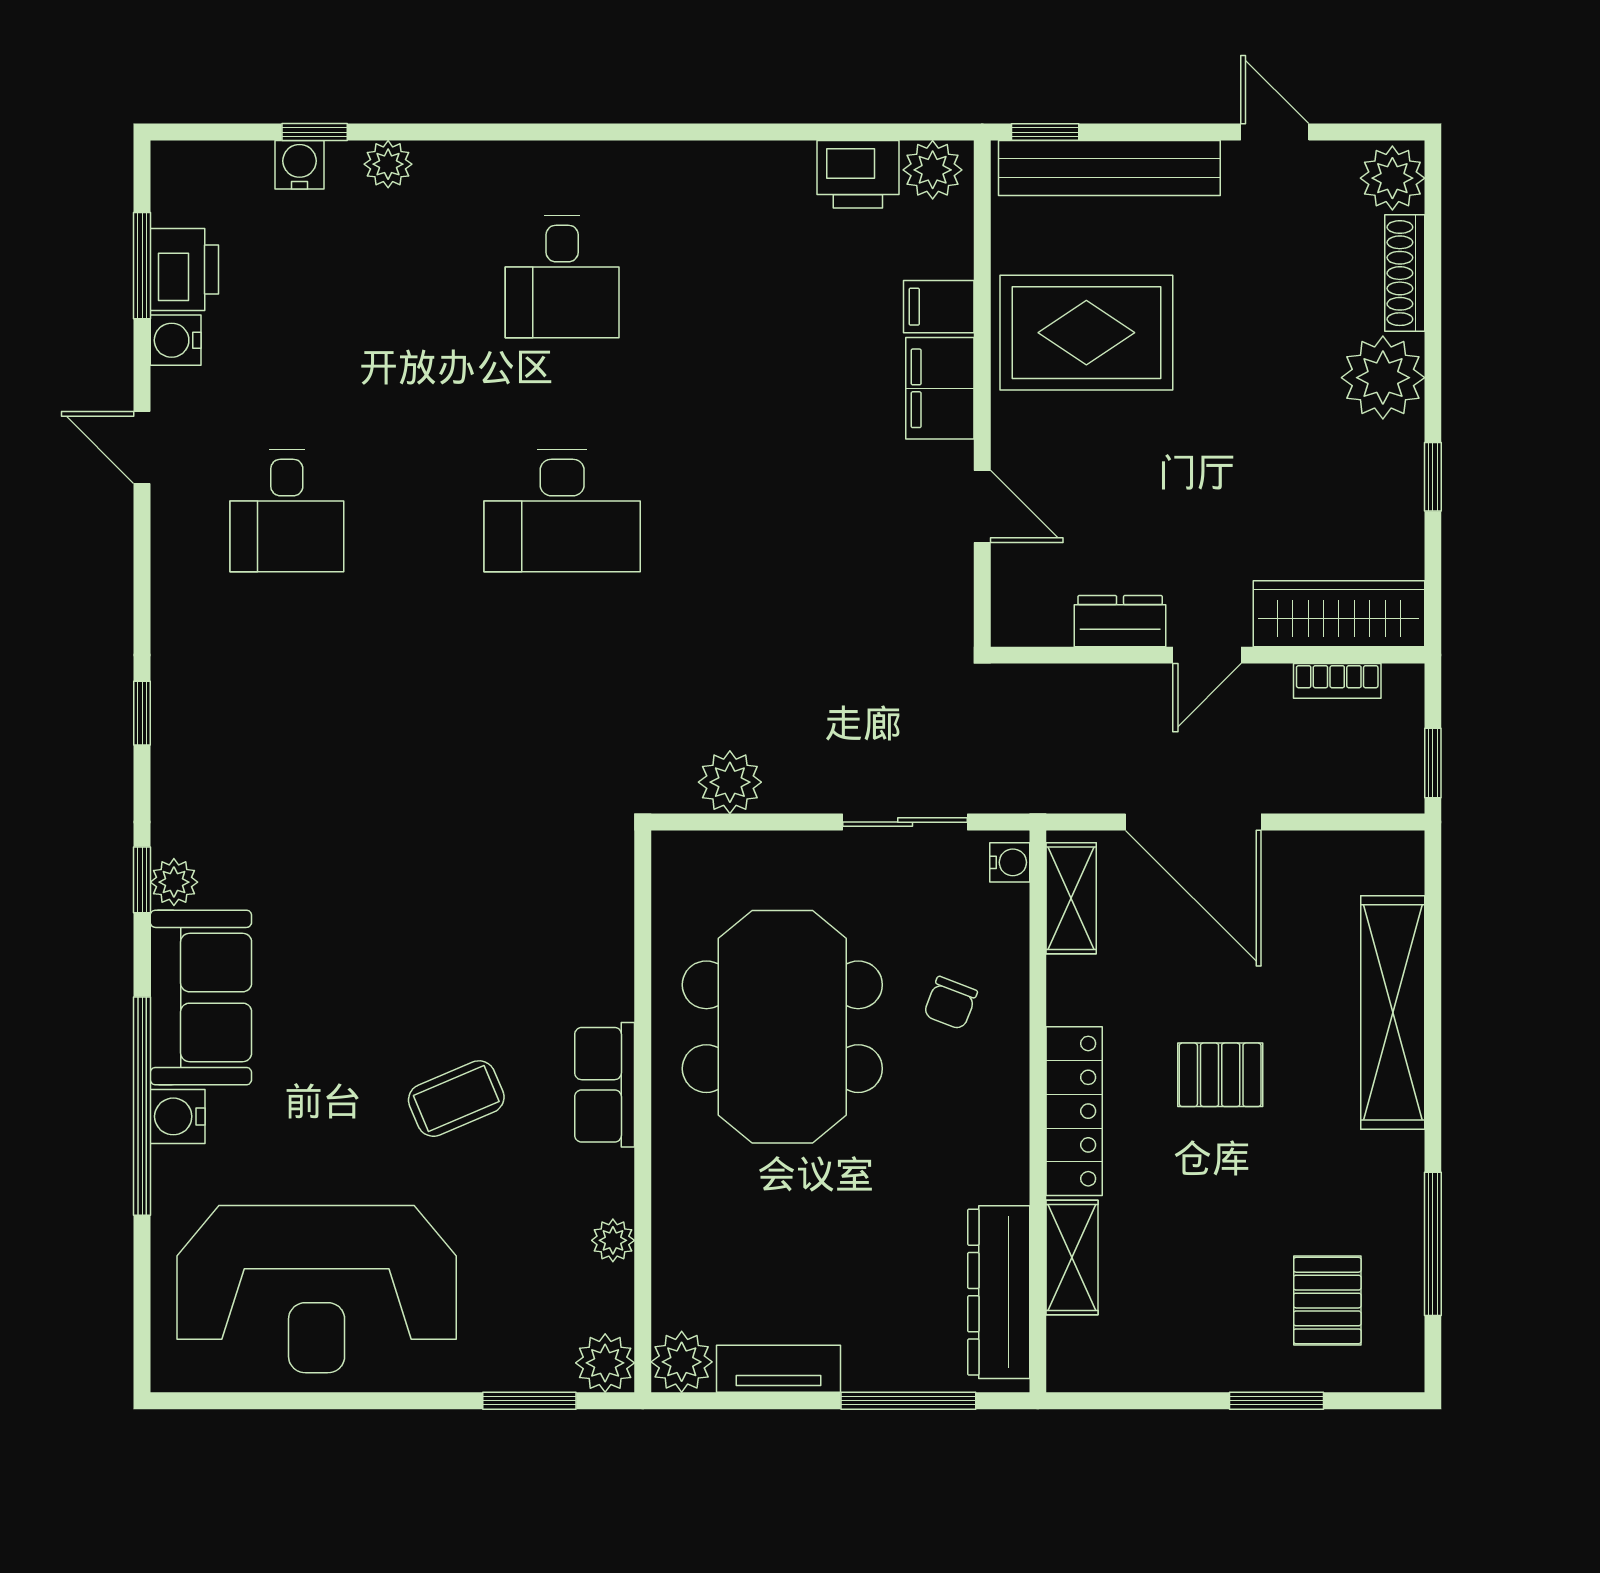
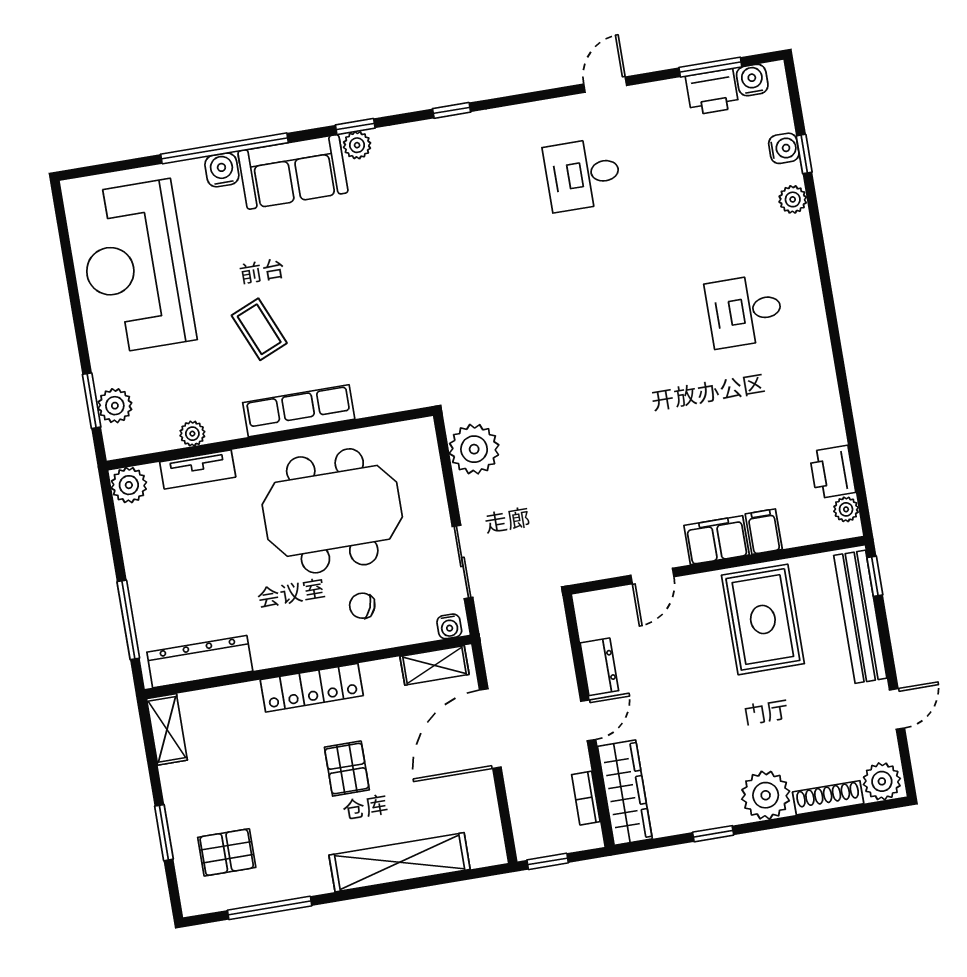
plant: (933, 170) -> (846, 509), width x0.73, depth x0.73
water cooler: (176, 340) -> (752, 80), moved
desk: (562, 511) -> (609, 334), removed
door: (1207, 655) -> (588, 720), swing flipped
plant: (730, 782) -> (474, 449), width x1.36, depth x1.36
row of seats: (605, 1085) -> (299, 411), width x1.48
shelving: (1072, 1258) -> (167, 729), moved, turned 90
plant: (605, 1363) -> (115, 406), moved
tv unit: (779, 1369) -> (198, 469), moved, turned 90

